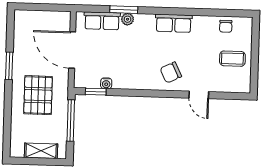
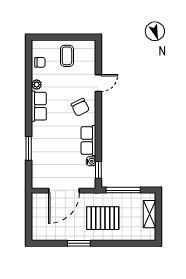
plant: (128, 19) -> (37, 85), moved
row of seats: (102, 21) -> (88, 140), moved, turned 180

